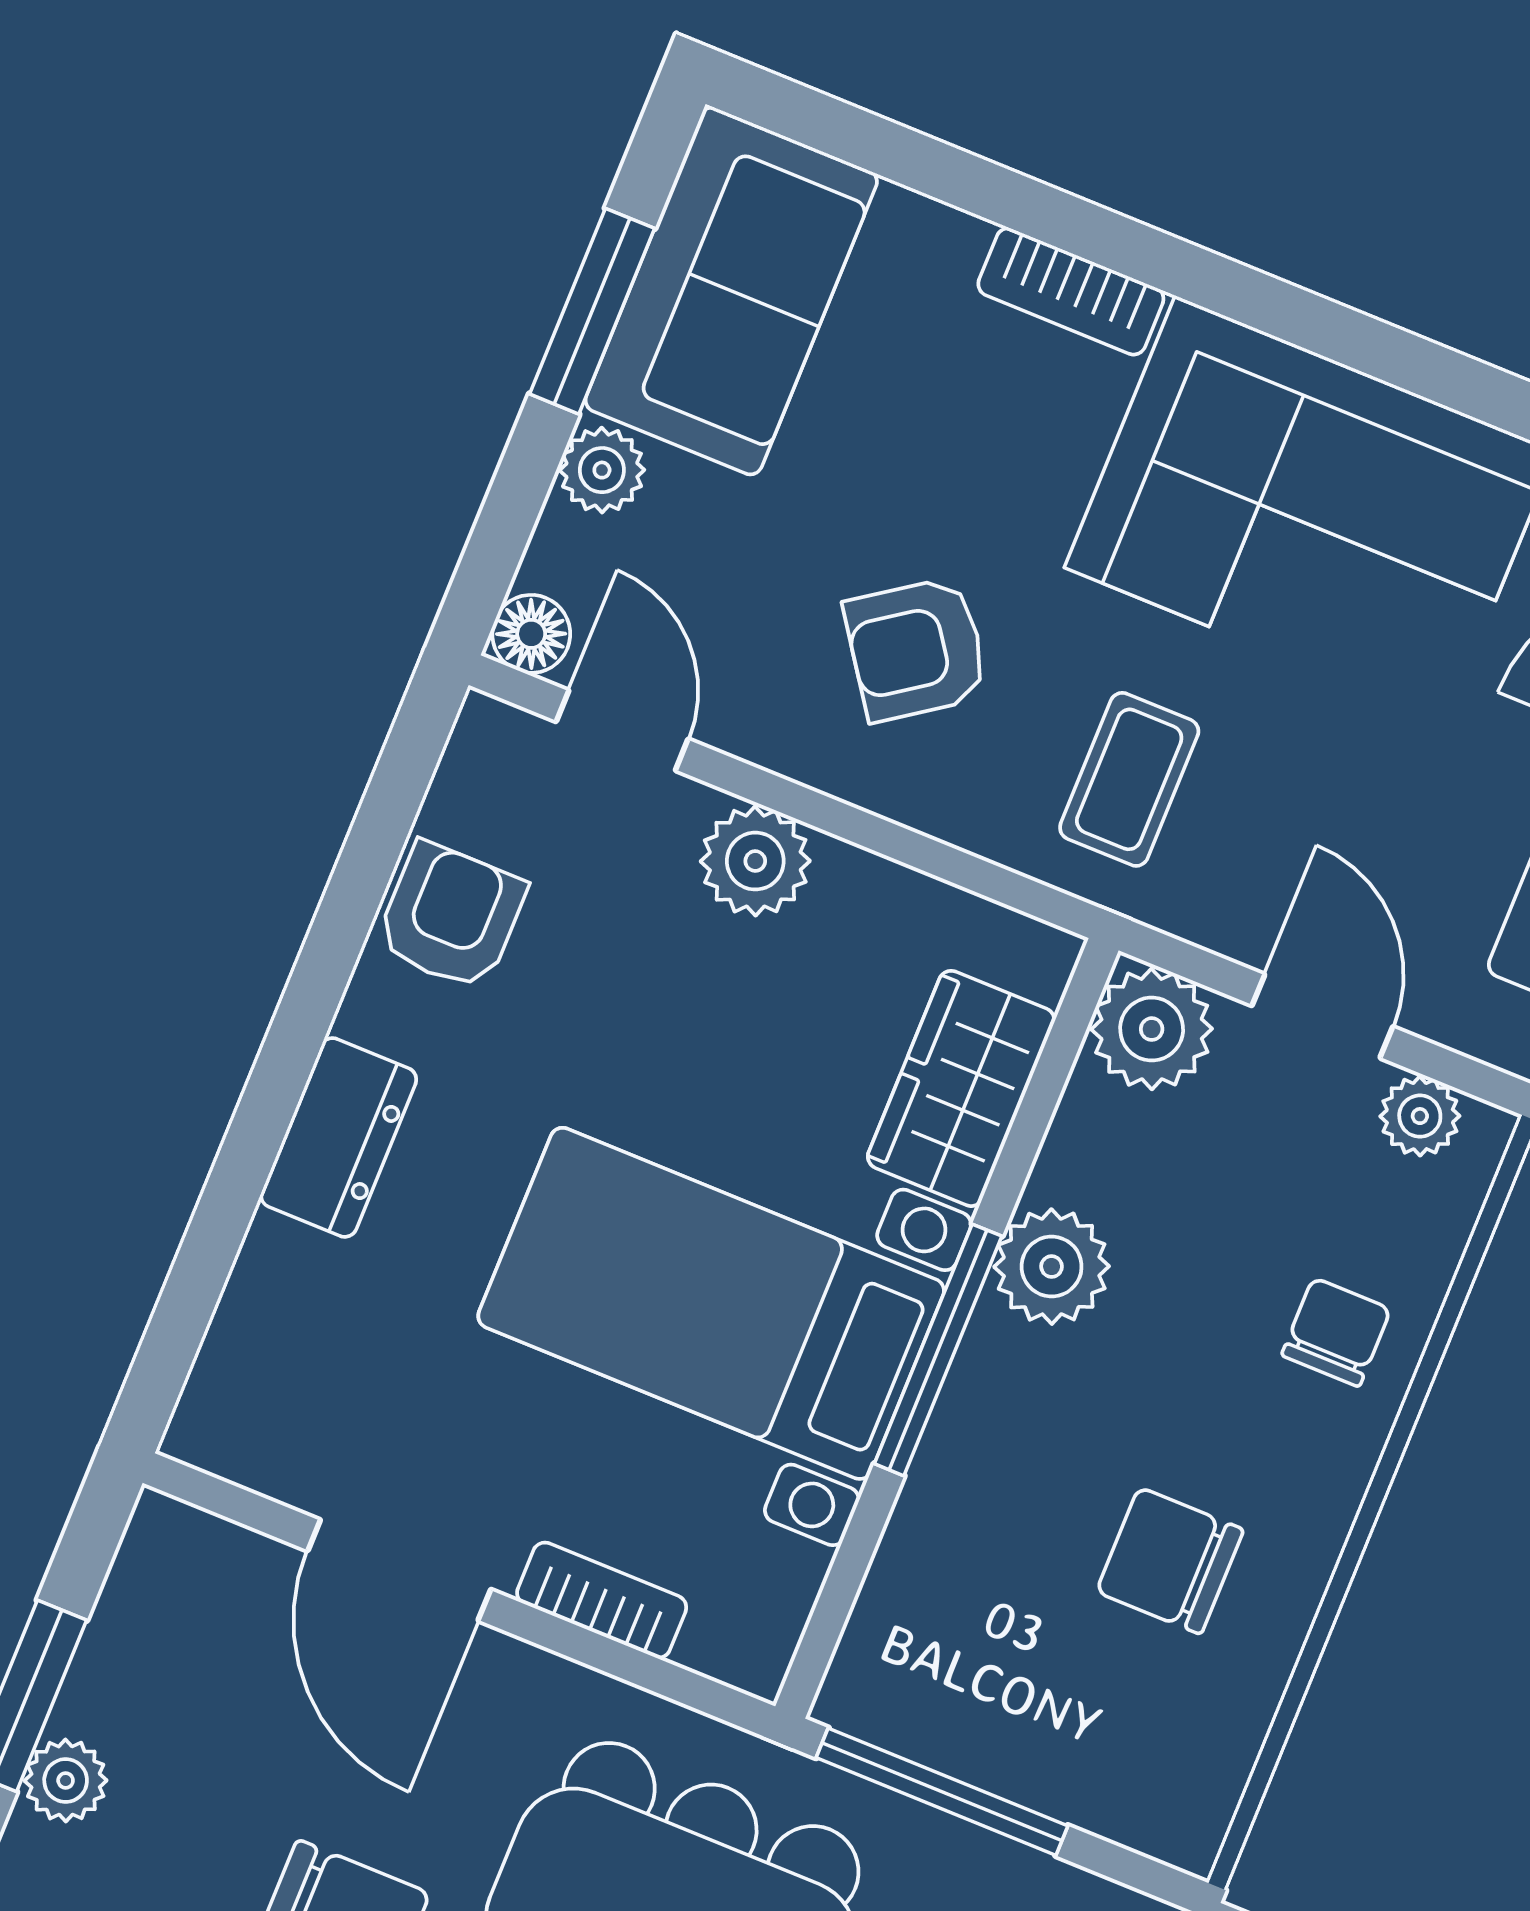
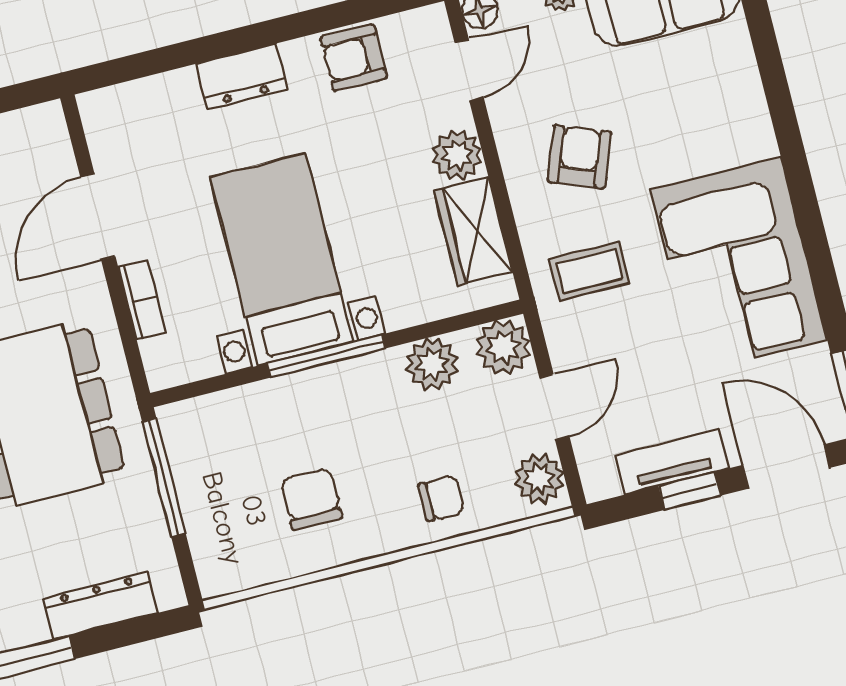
bookcase: (1071, 291) -> (754, 117), removed
armchair: (916, 649) -> (579, 157), turned 56
armchair: (451, 916) -> (354, 58), turned 180
wardrobe: (961, 1088) -> (473, 231), moved, turned -90
plant: (1420, 1116) -> (539, 479), width x1.38, depth x1.38
plant: (1052, 1267) -> (432, 364), moved

